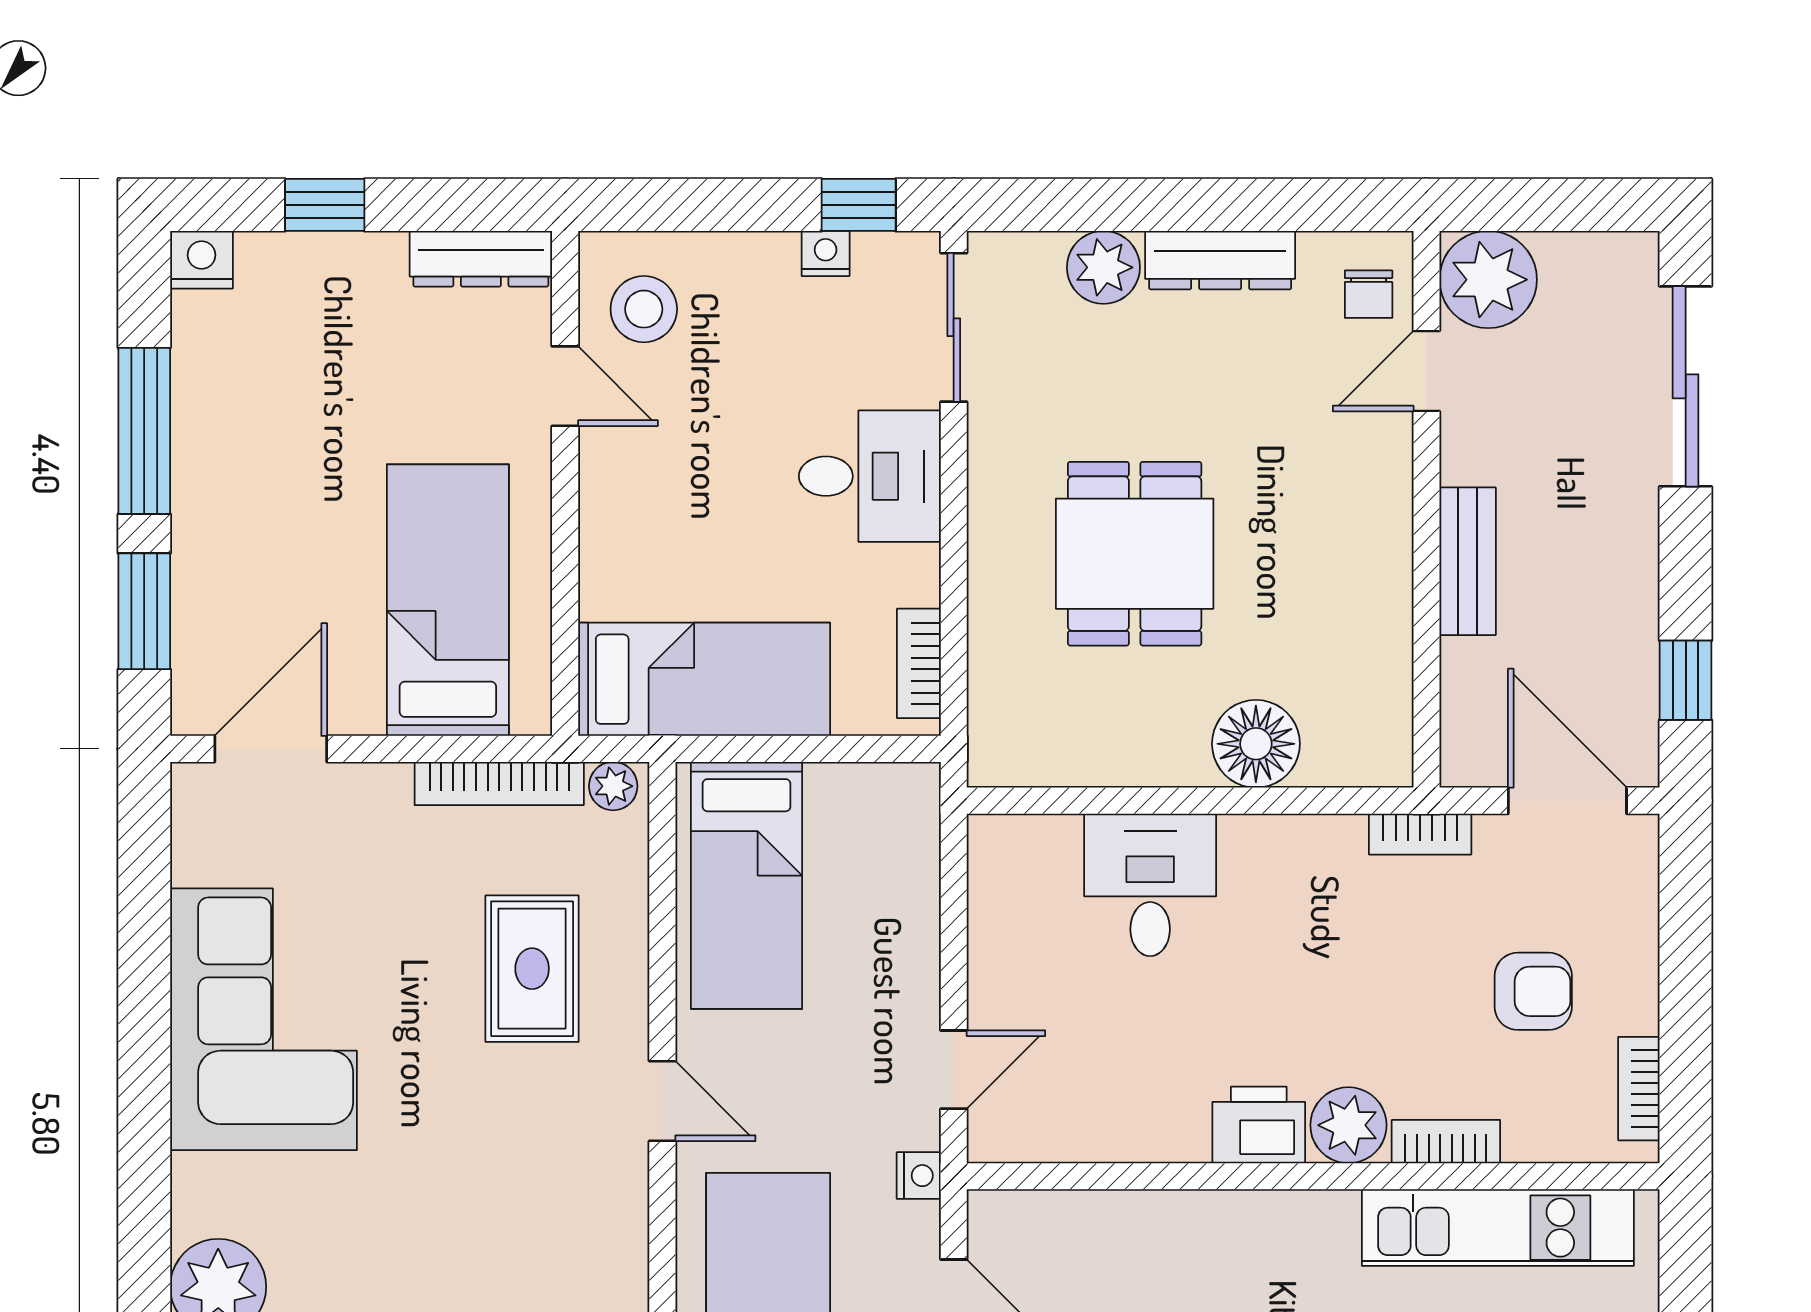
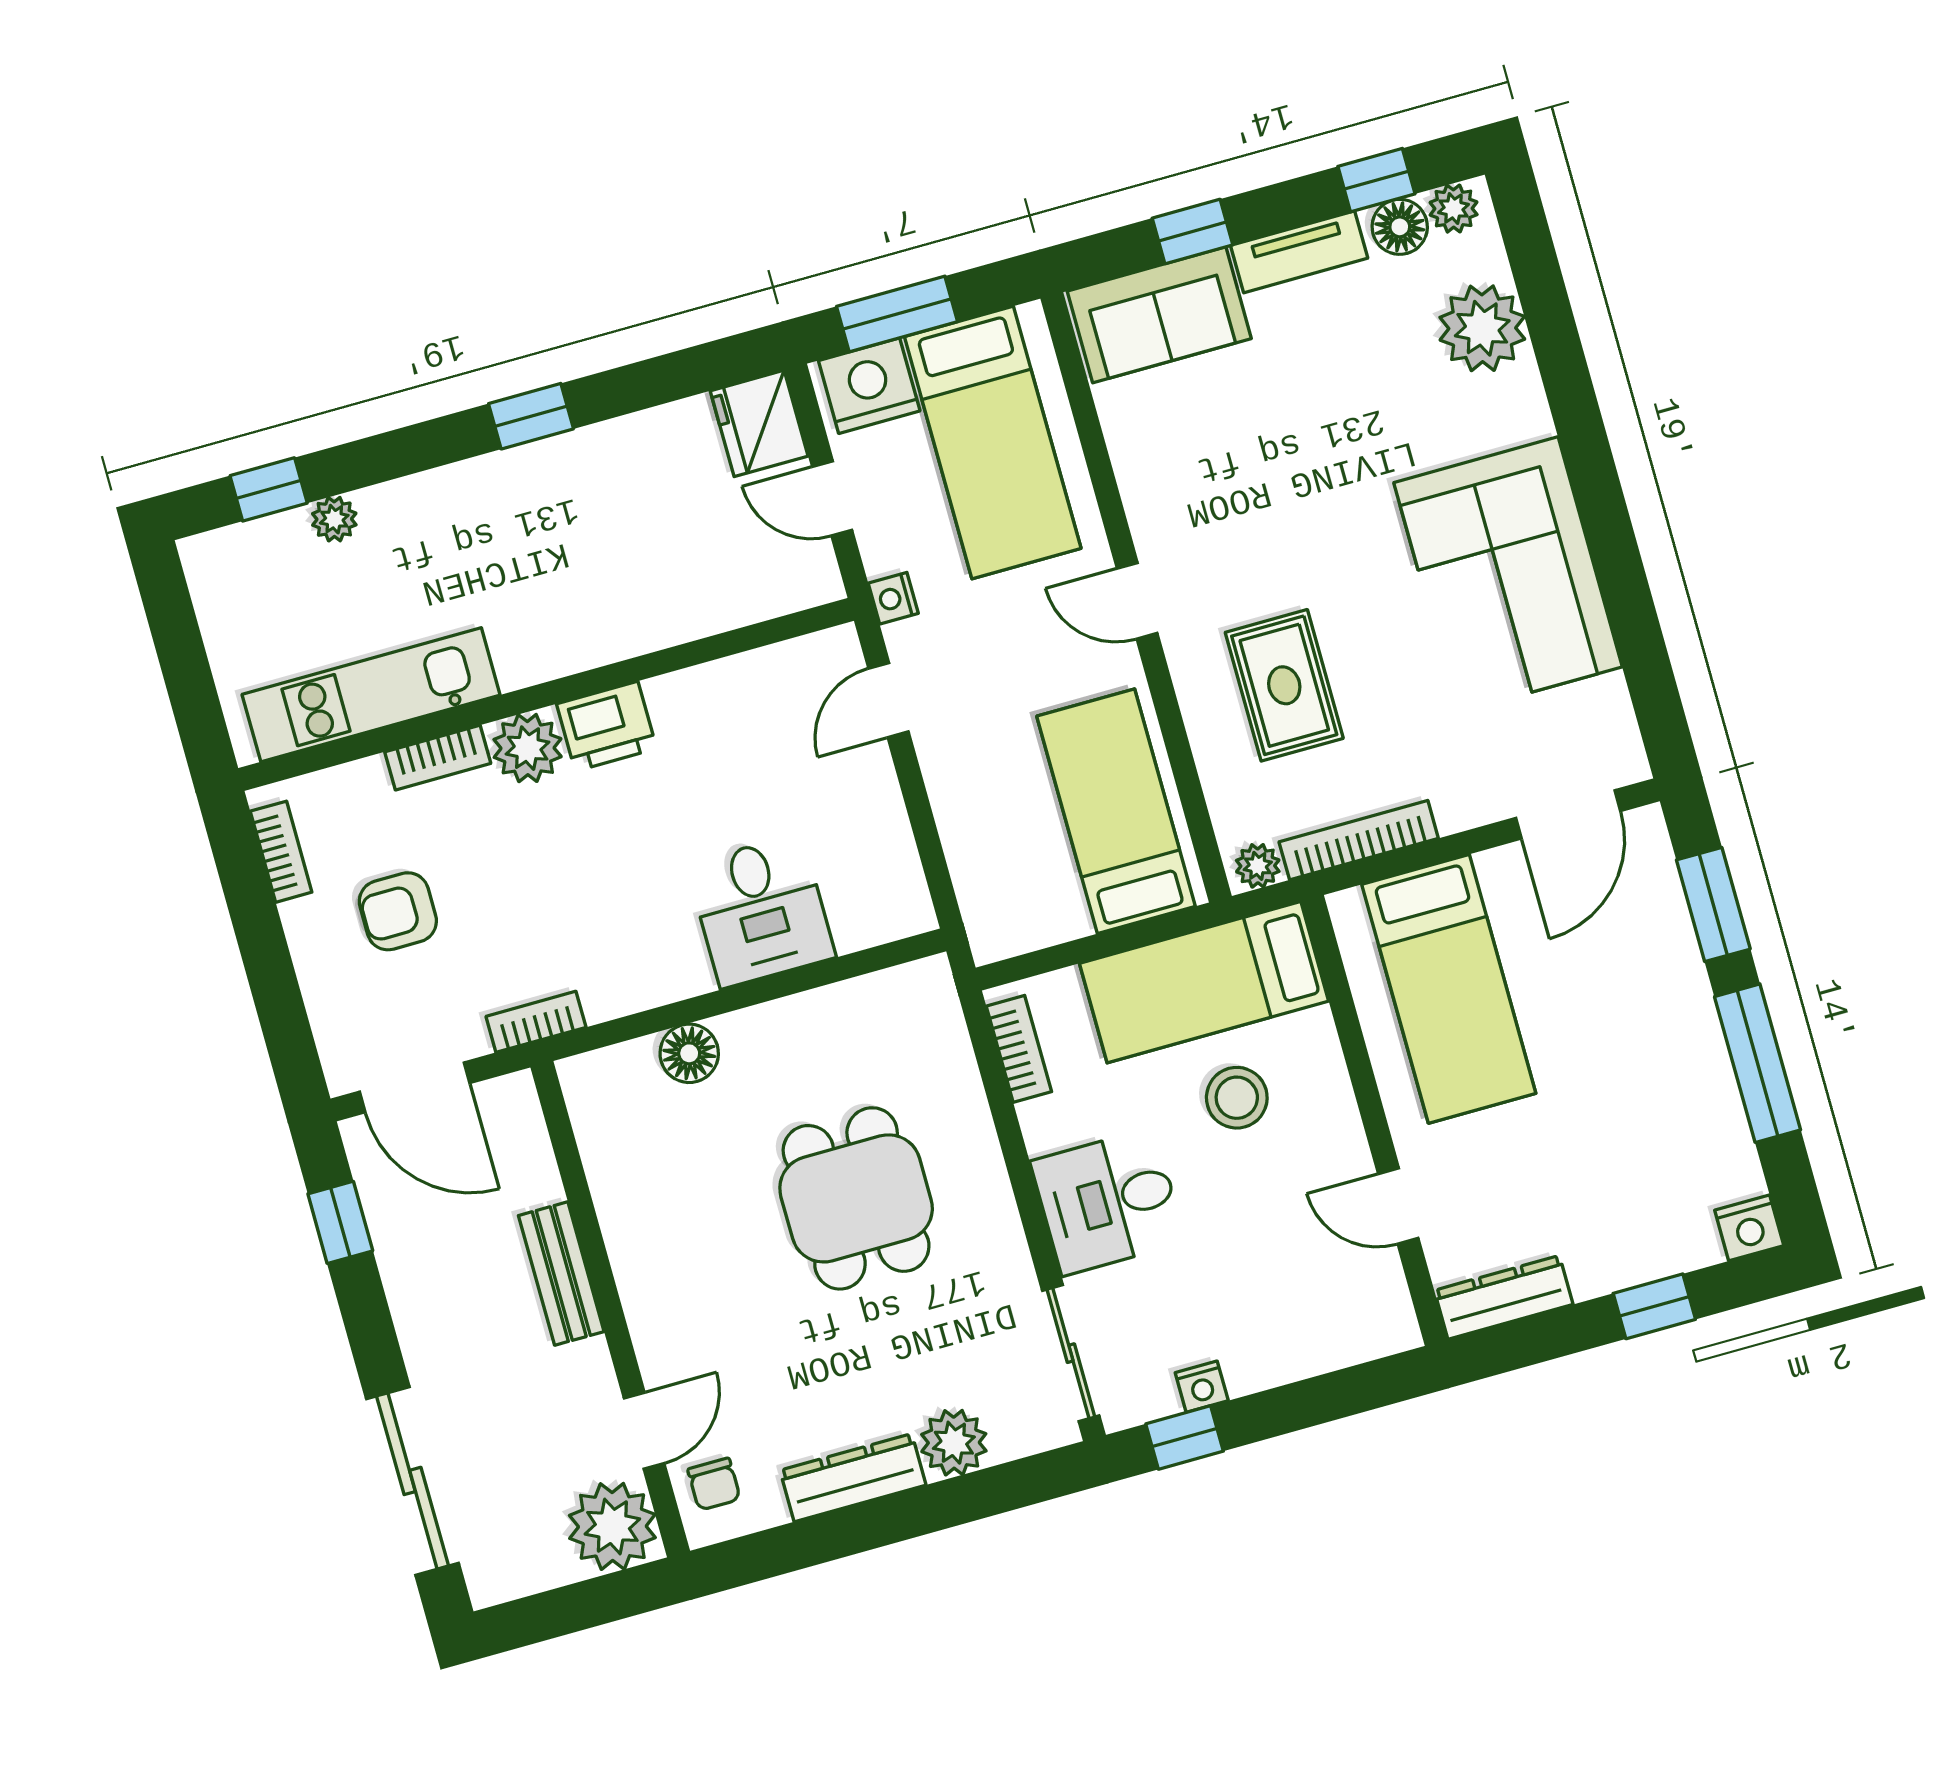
chair: (1369, 294) -> (714, 1484), turned 180
stool: (644, 309) -> (1237, 1098), moved
floor lamp: (1256, 744) -> (689, 1053), width x0.73, depth x0.73

